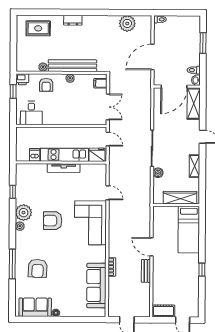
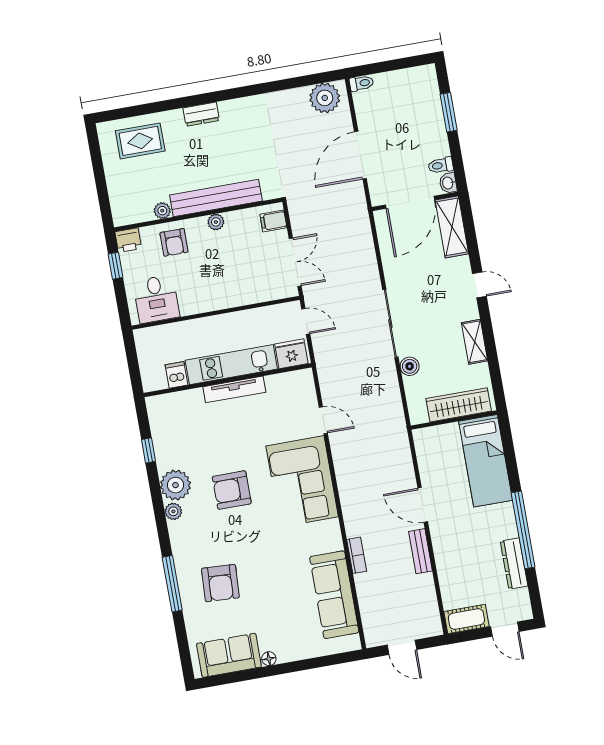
plant: (127, 23) -> (325, 98), moved
window: (202, 270) -> (523, 530), width x3.17
dresser: (194, 286) -> (514, 563), added

